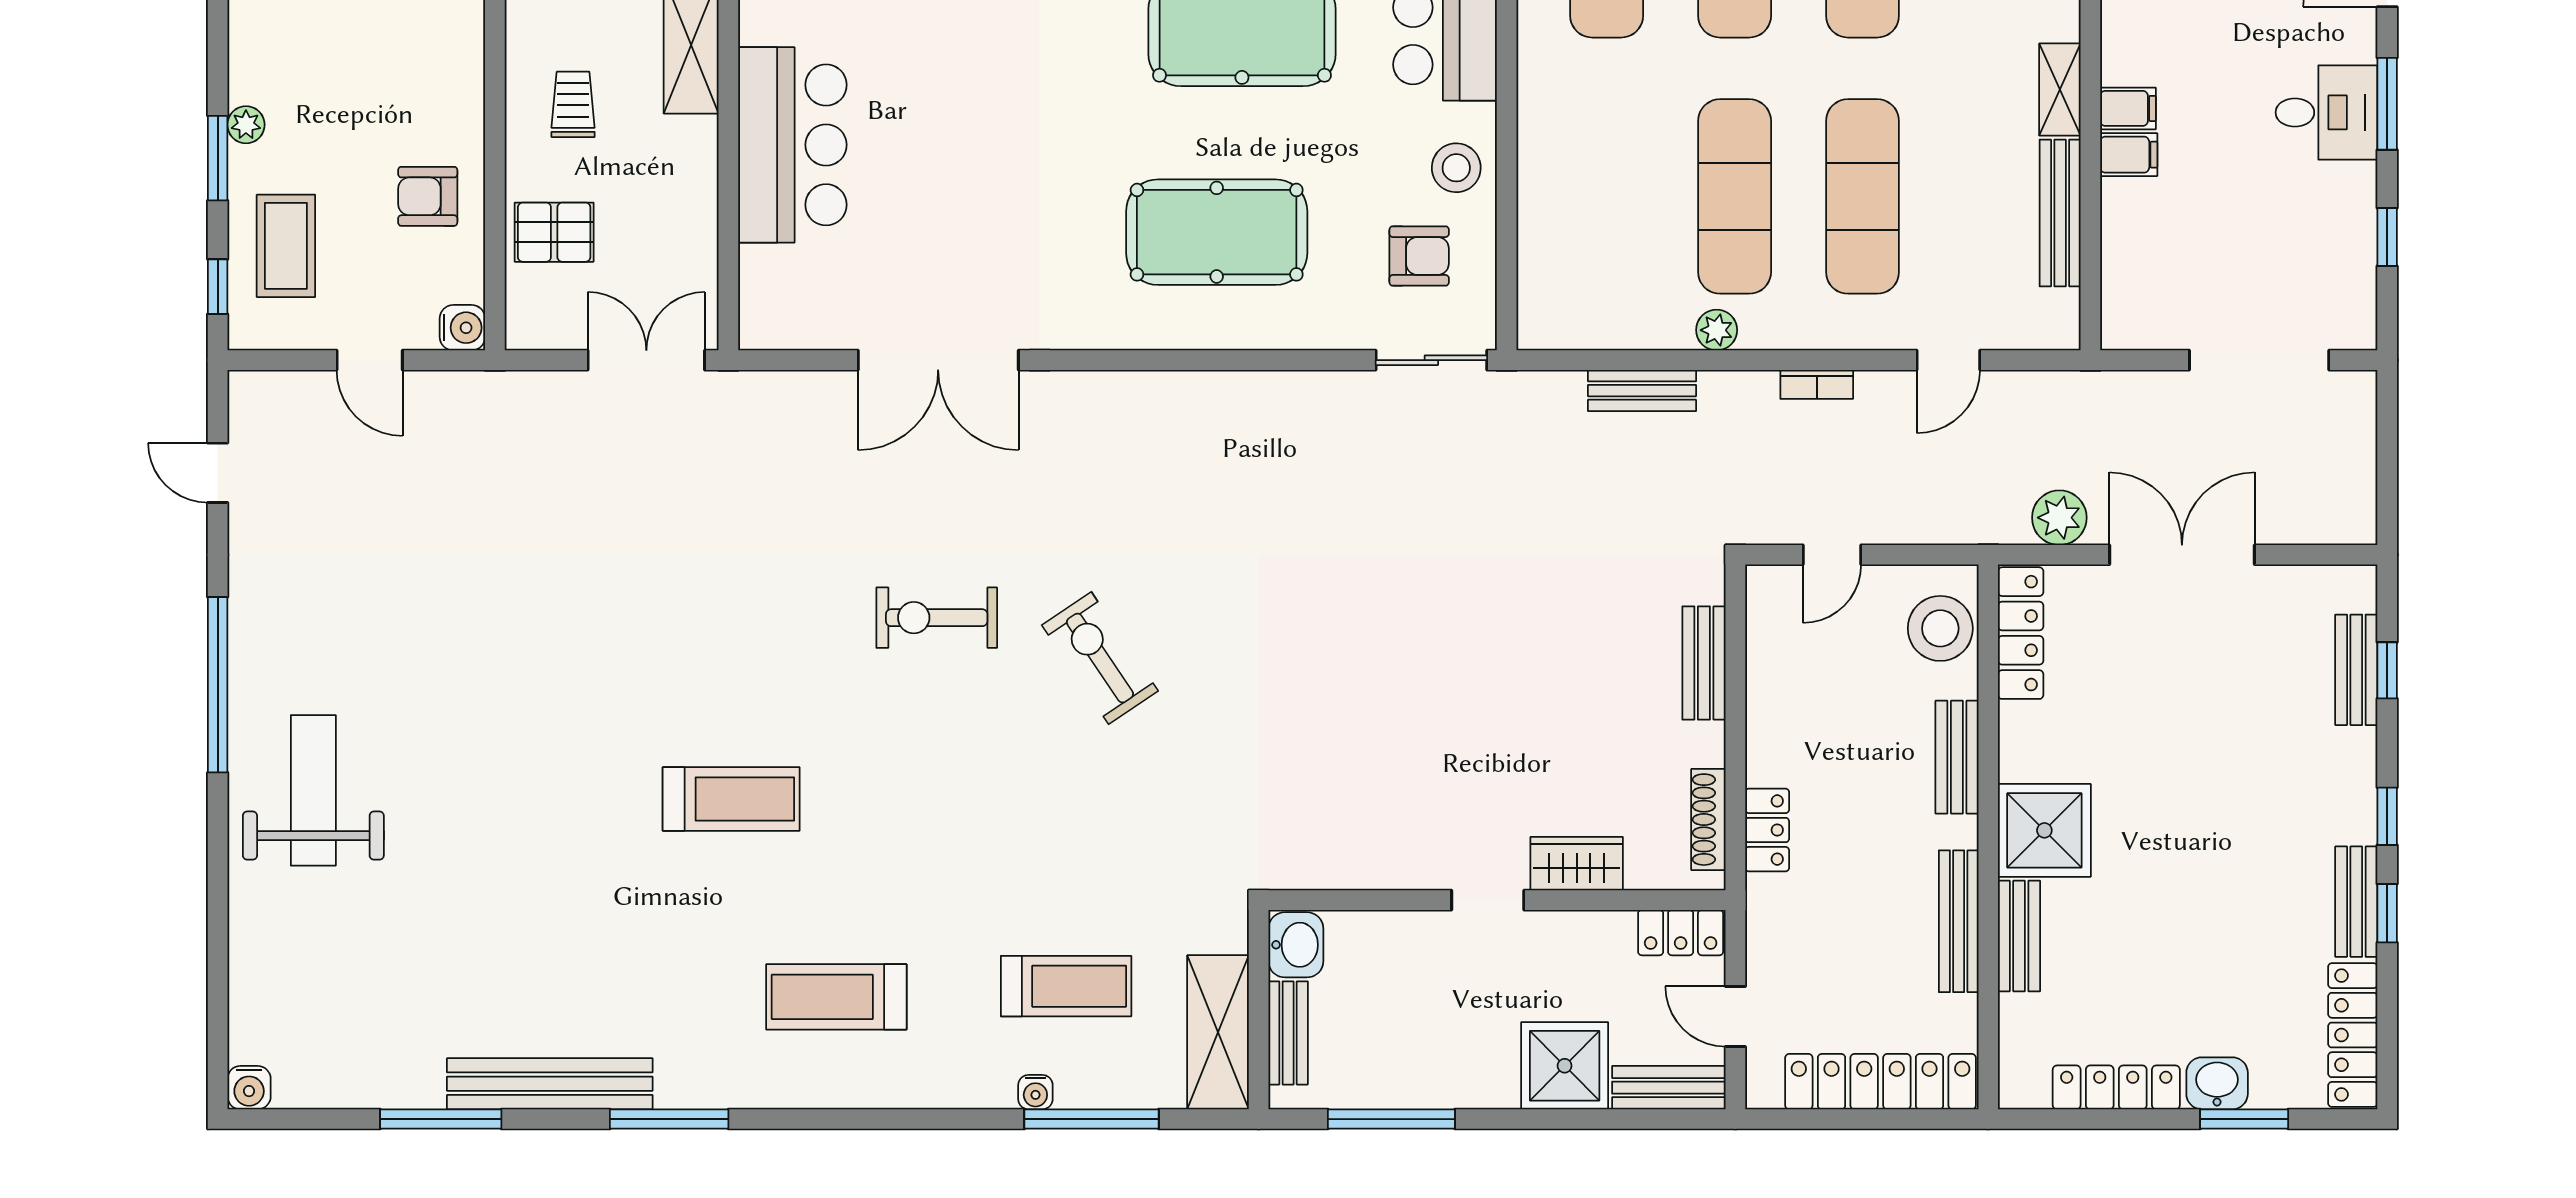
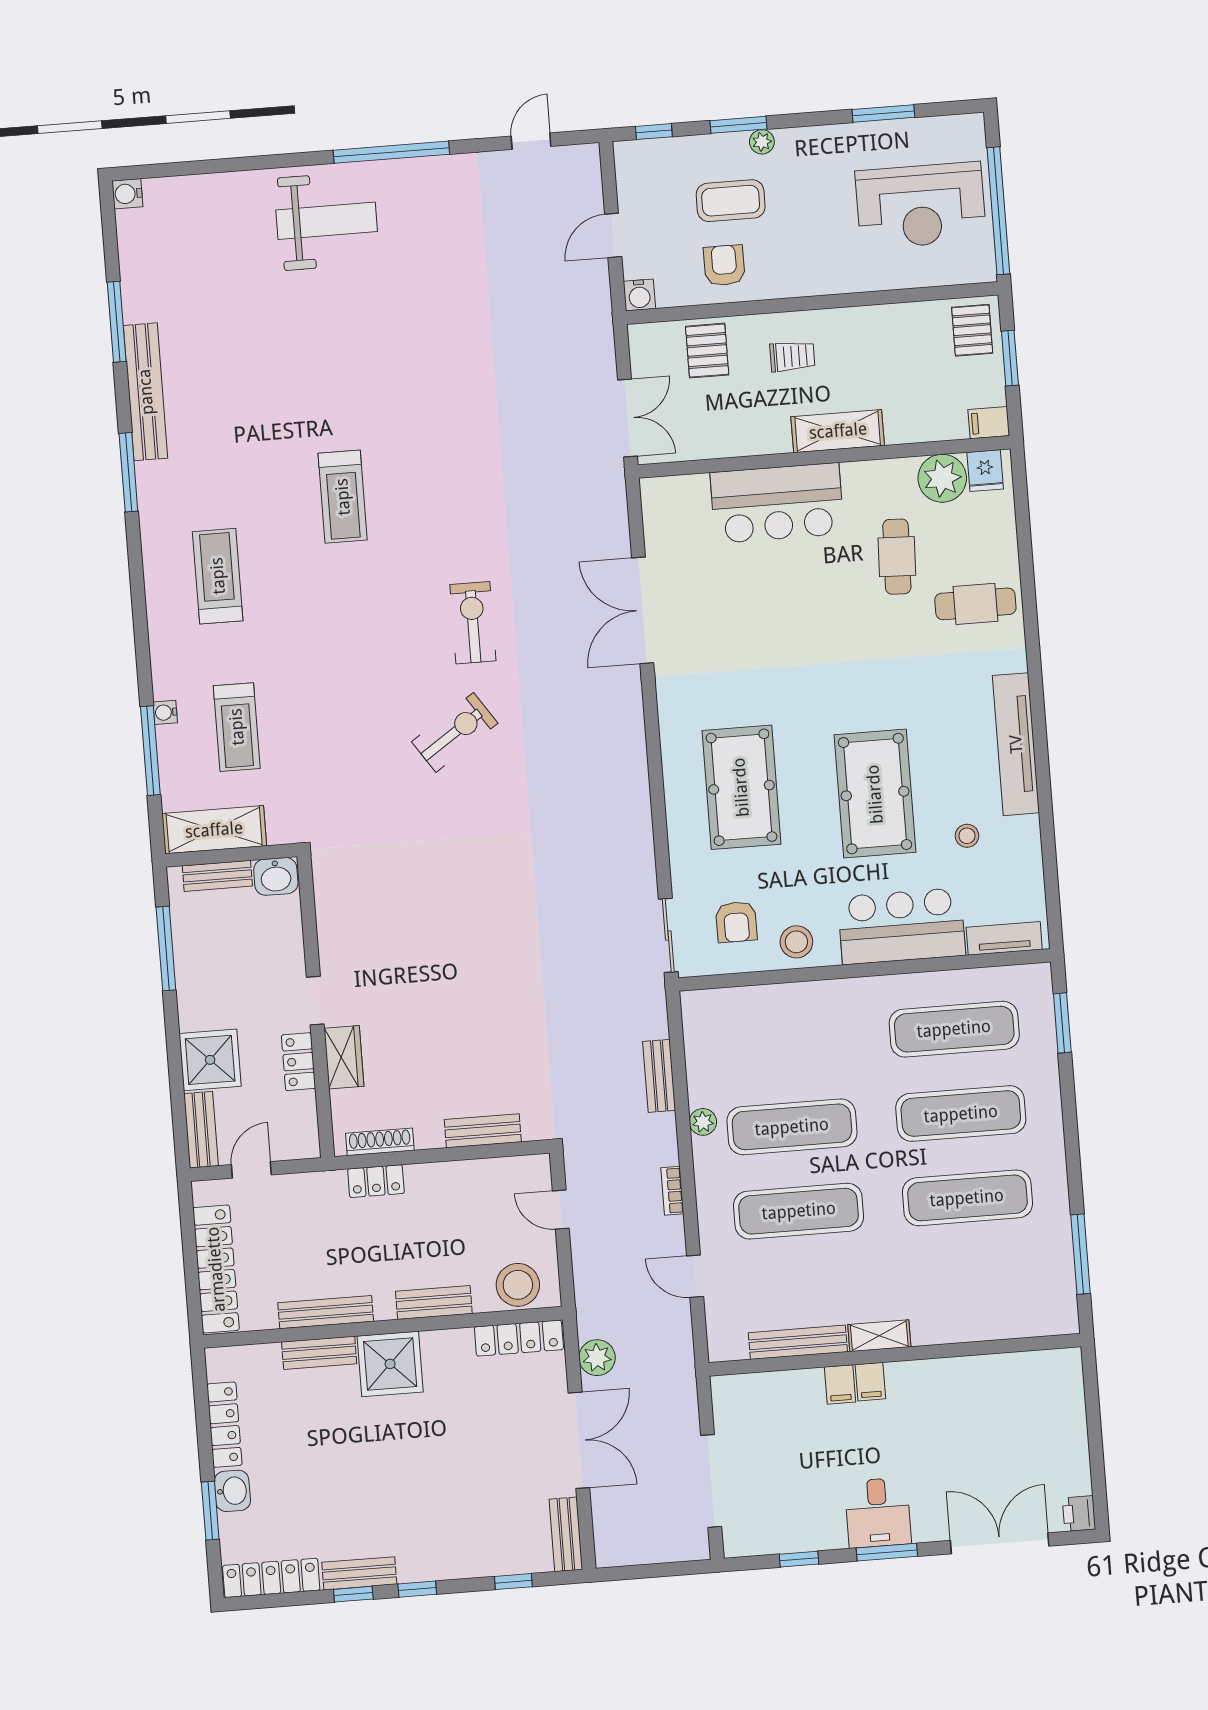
coffee table: (286, 246) -> (731, 201), moved
bench: (2356, 670) -> (566, 1534), moved, turned 90
locker: (1681, 933) -> (299, 1062), moved

